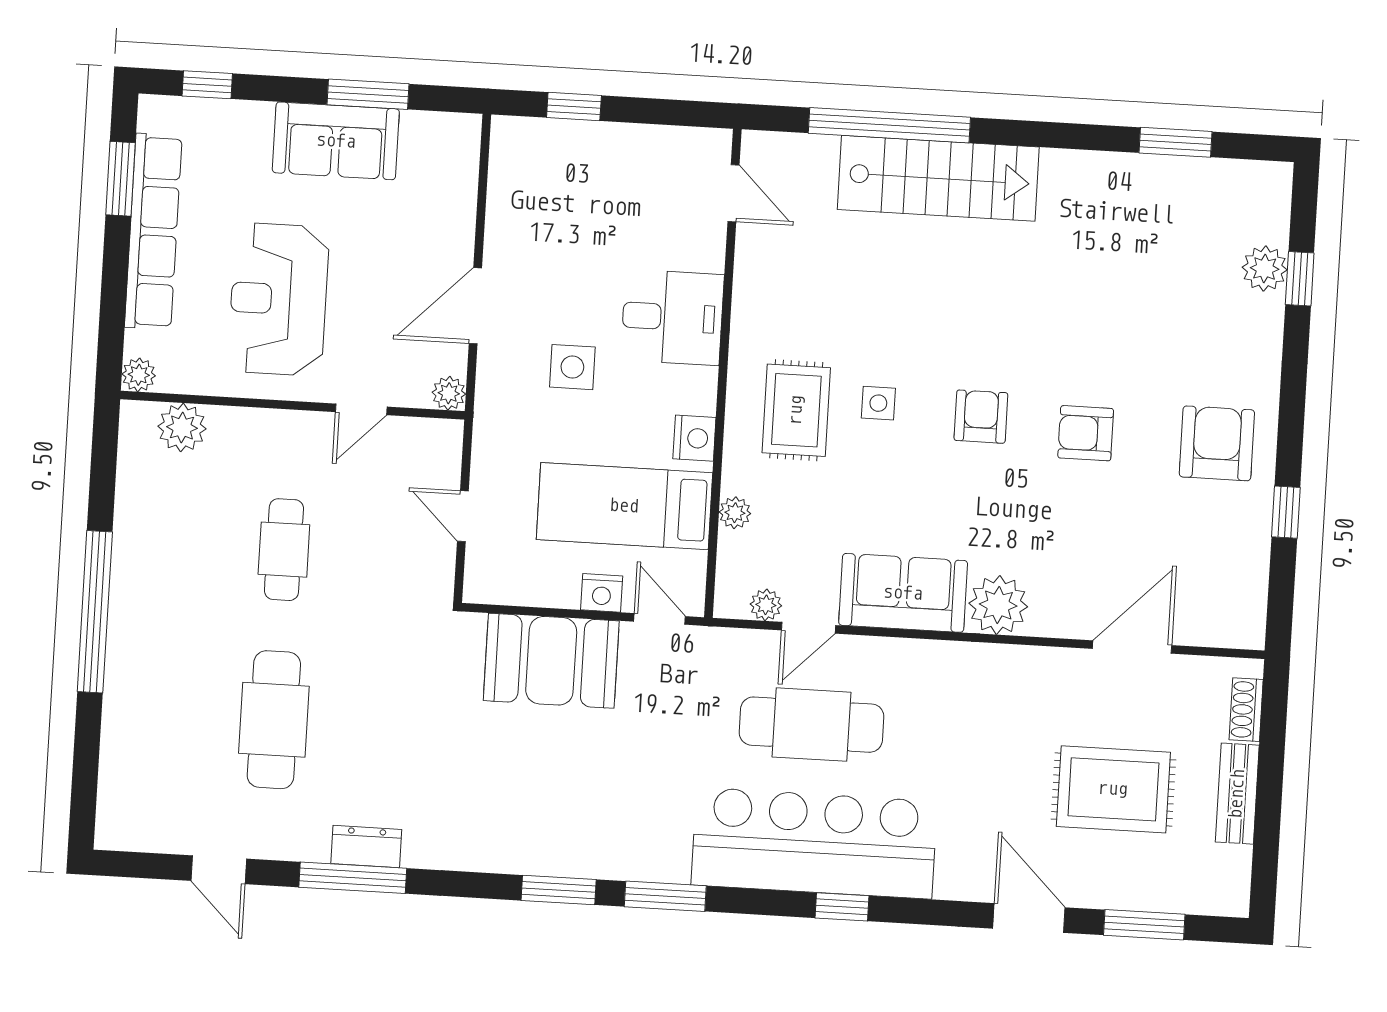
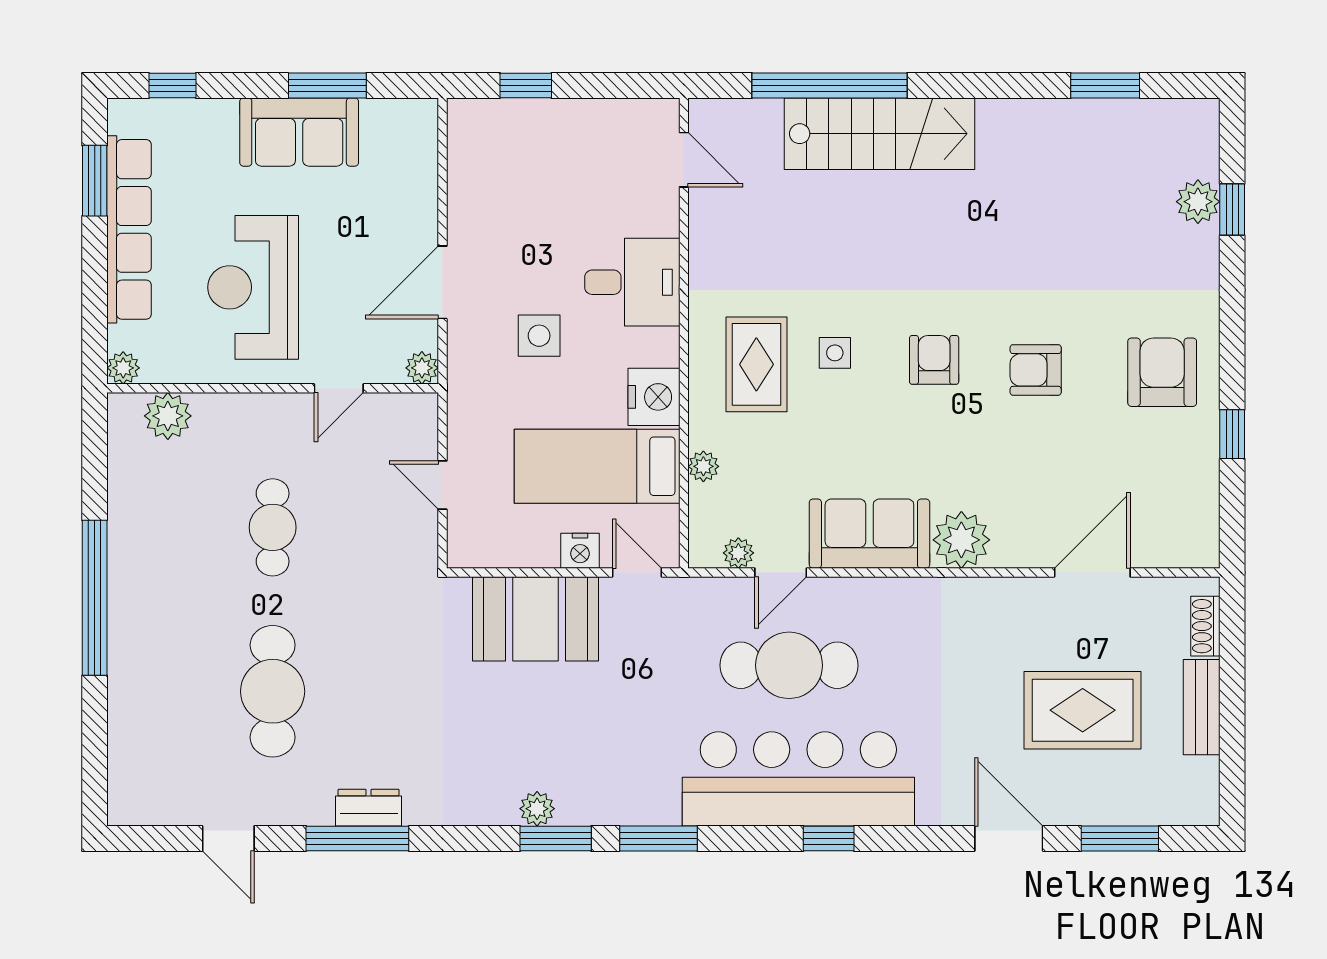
nightstand: (694, 438) -> (654, 397), width x1.36, depth x1.33
plant: (541, 858) -> (537, 809), added

